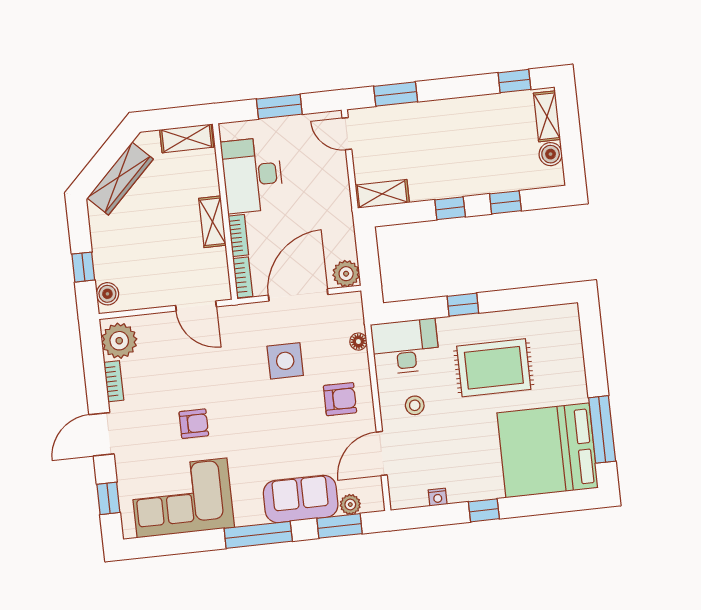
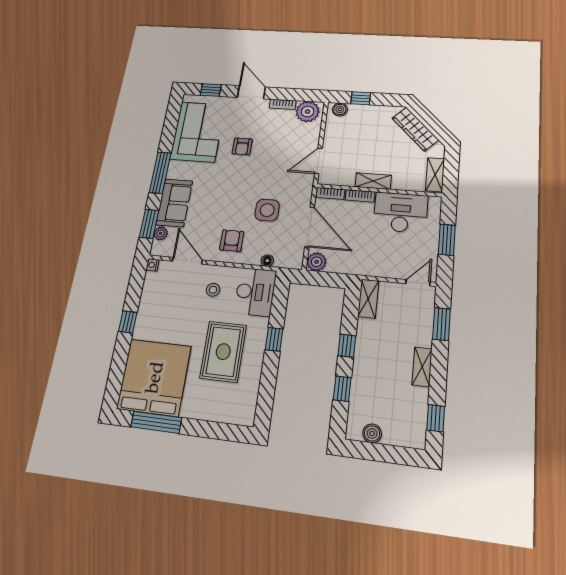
shelving: (547, 116) -> (422, 367), moved, turned 90
armchair: (340, 399) -> (232, 241), turned 180
nightstand: (438, 497) -> (153, 265), moved

